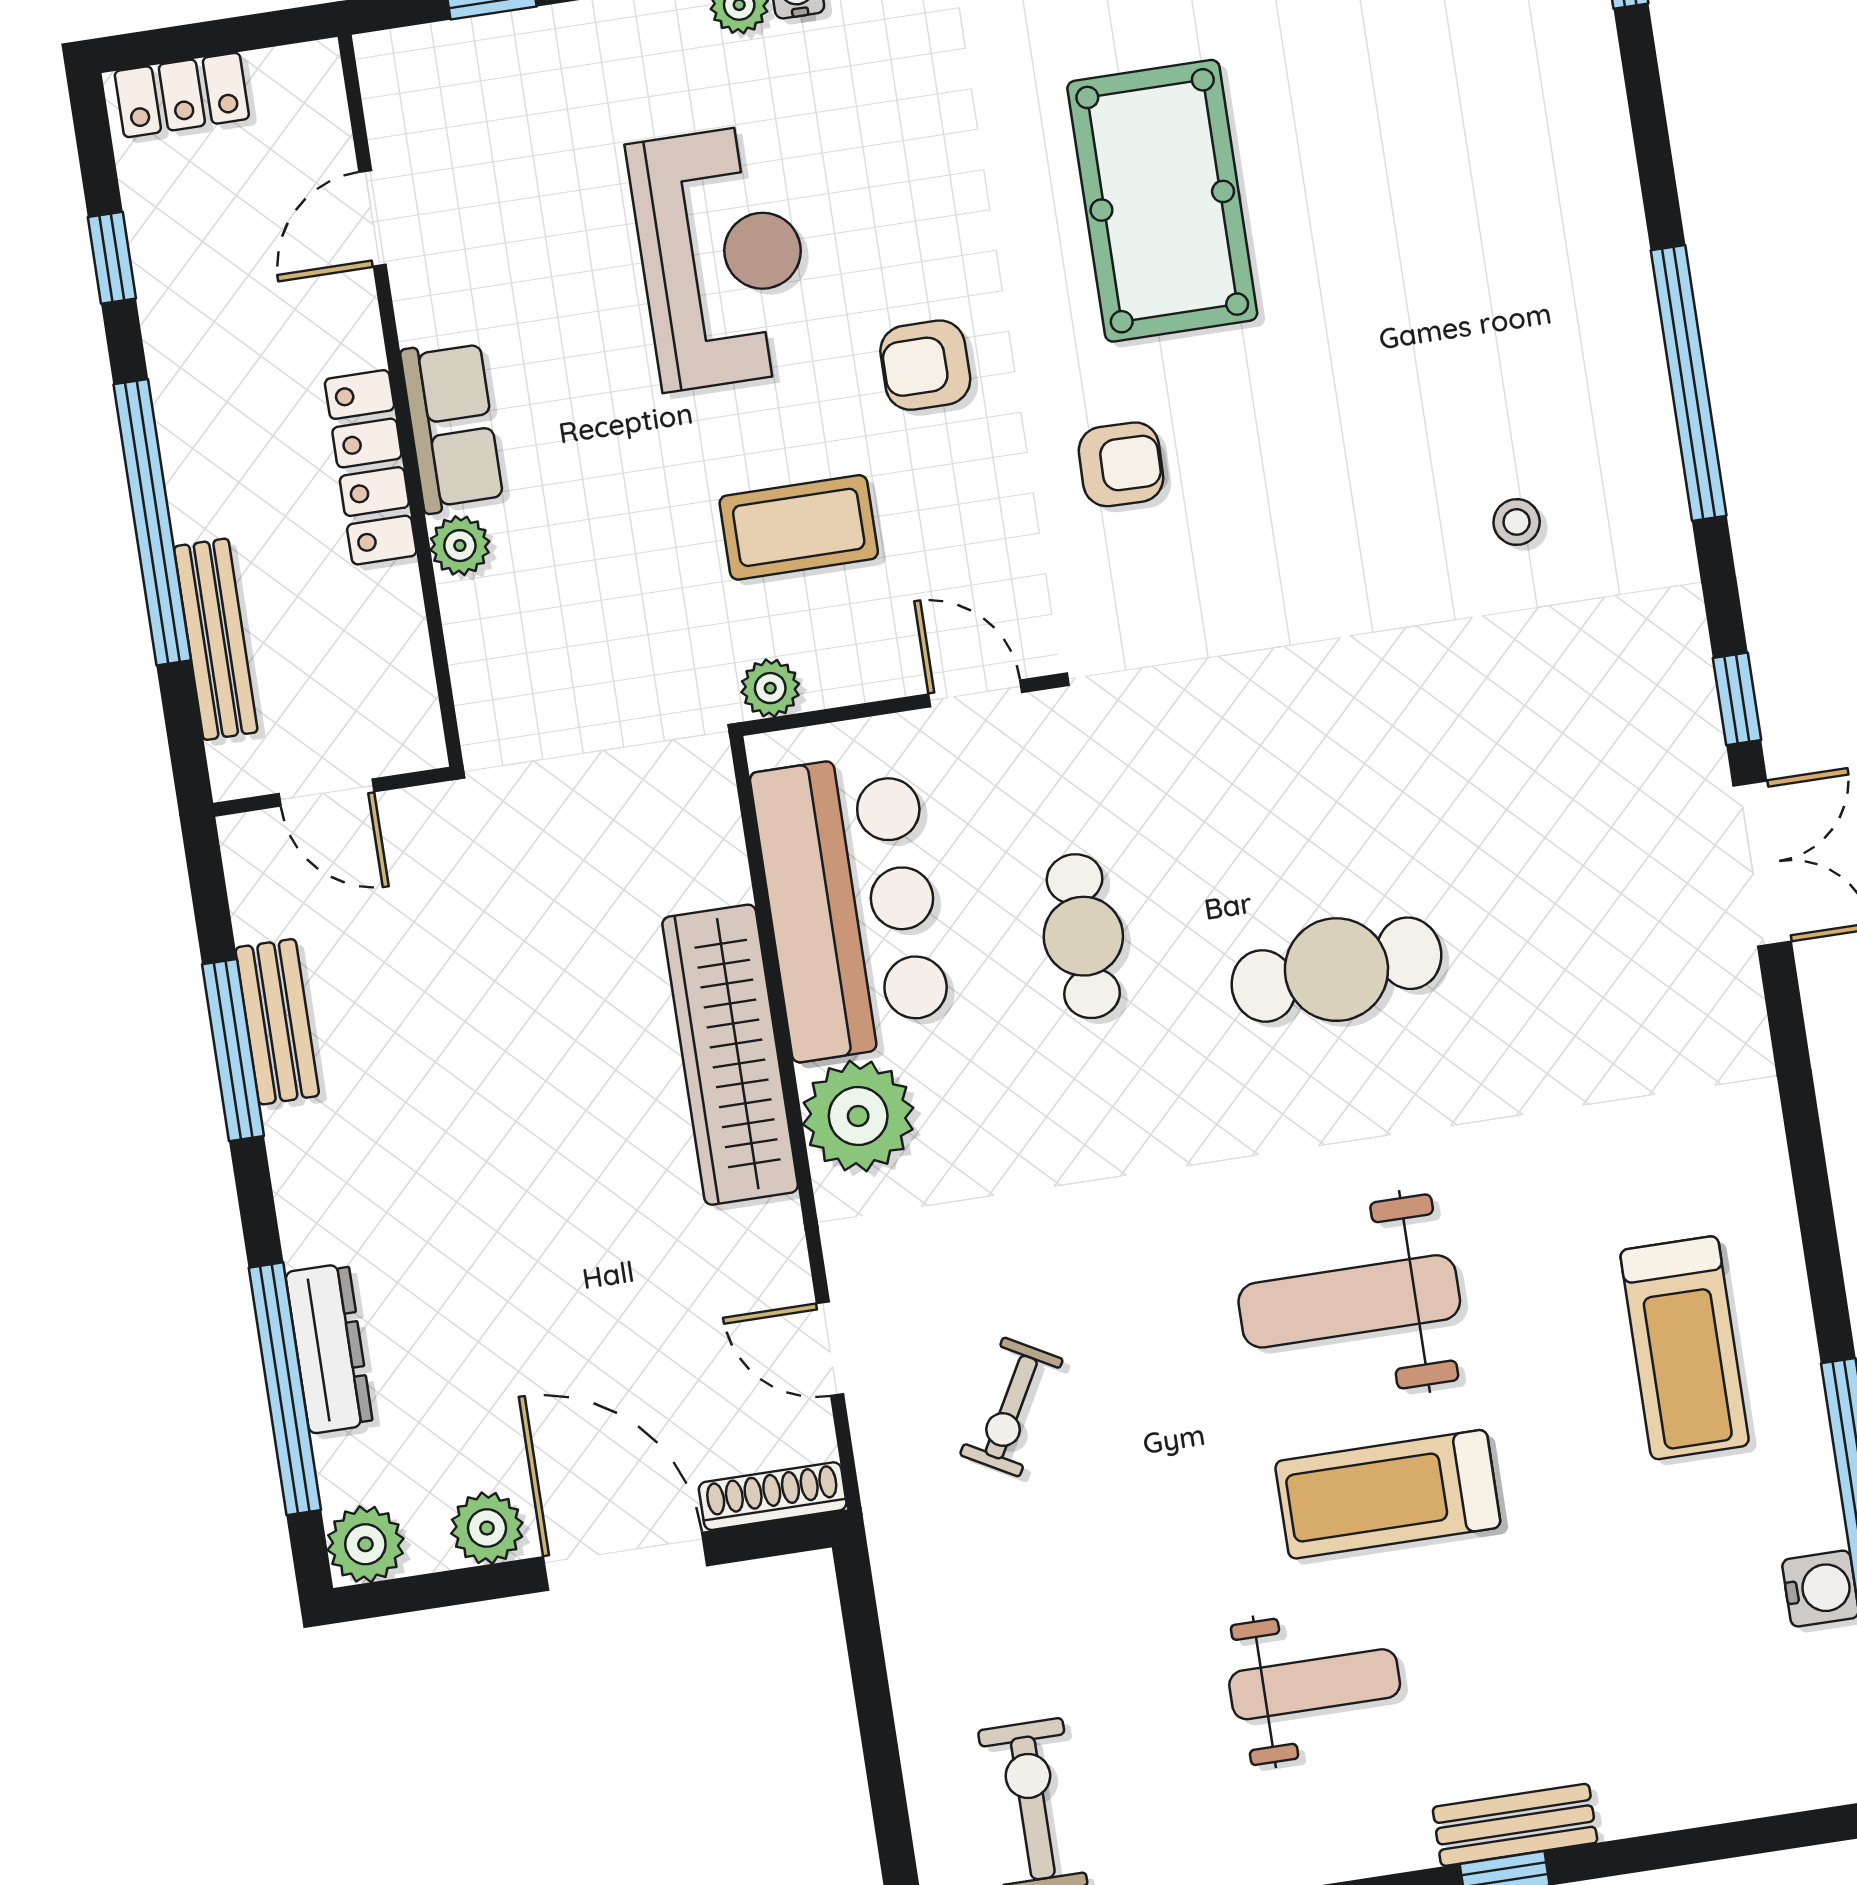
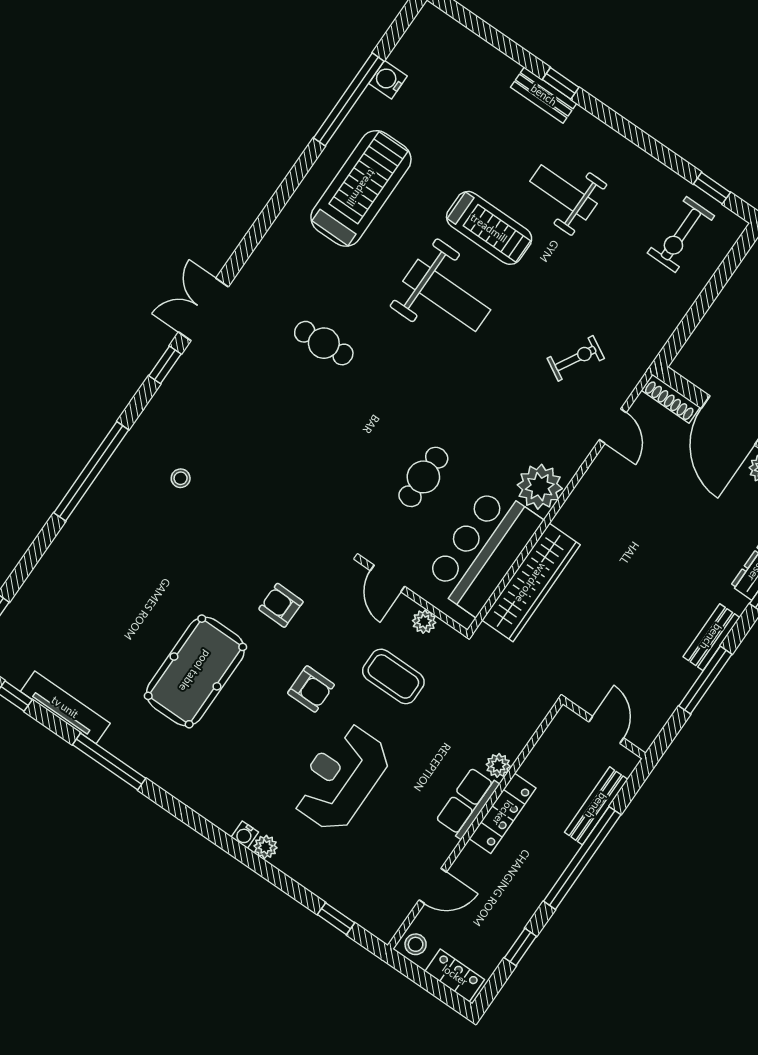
stool: (305, 85) -> (416, 944), added
plant: (770, 688) -> (424, 622), moved
cafe table: (1336, 970) -> (324, 343), moved, width x0.73, depth x0.74
bench: (277, 1022) -> (711, 637), moved
wardrobe: (730, 1055) -> (531, 583), moved
treadmill: (1685, 1348) -> (361, 188), width x1.37, depth x1.38

